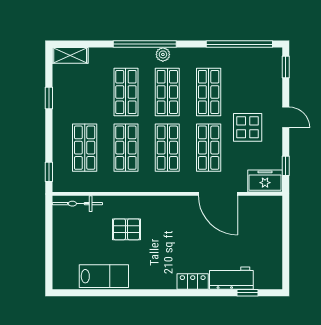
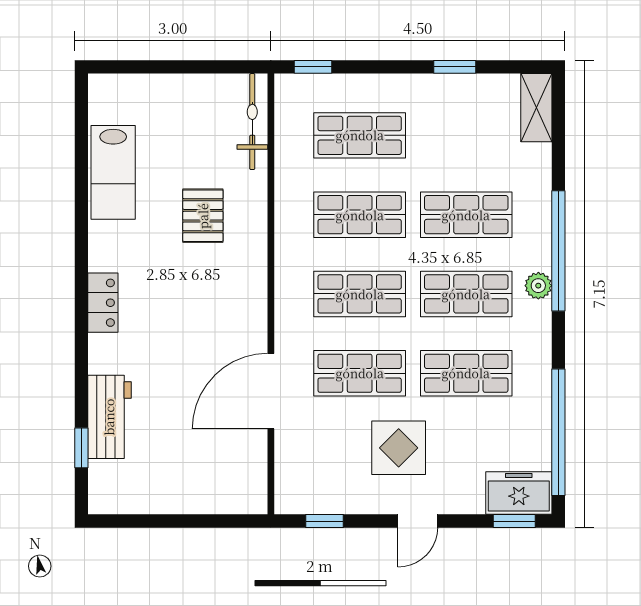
freezer: (265, 181) -> (519, 493), moved, turned -90
locker: (193, 282) -> (103, 303), moved

